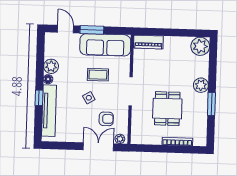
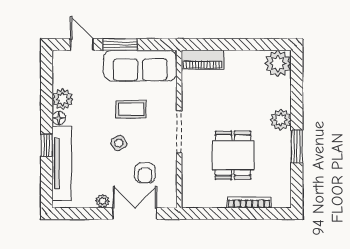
armchair: (106, 119) -> (145, 173), turned 90
plant: (120, 139) -> (103, 201), moved

